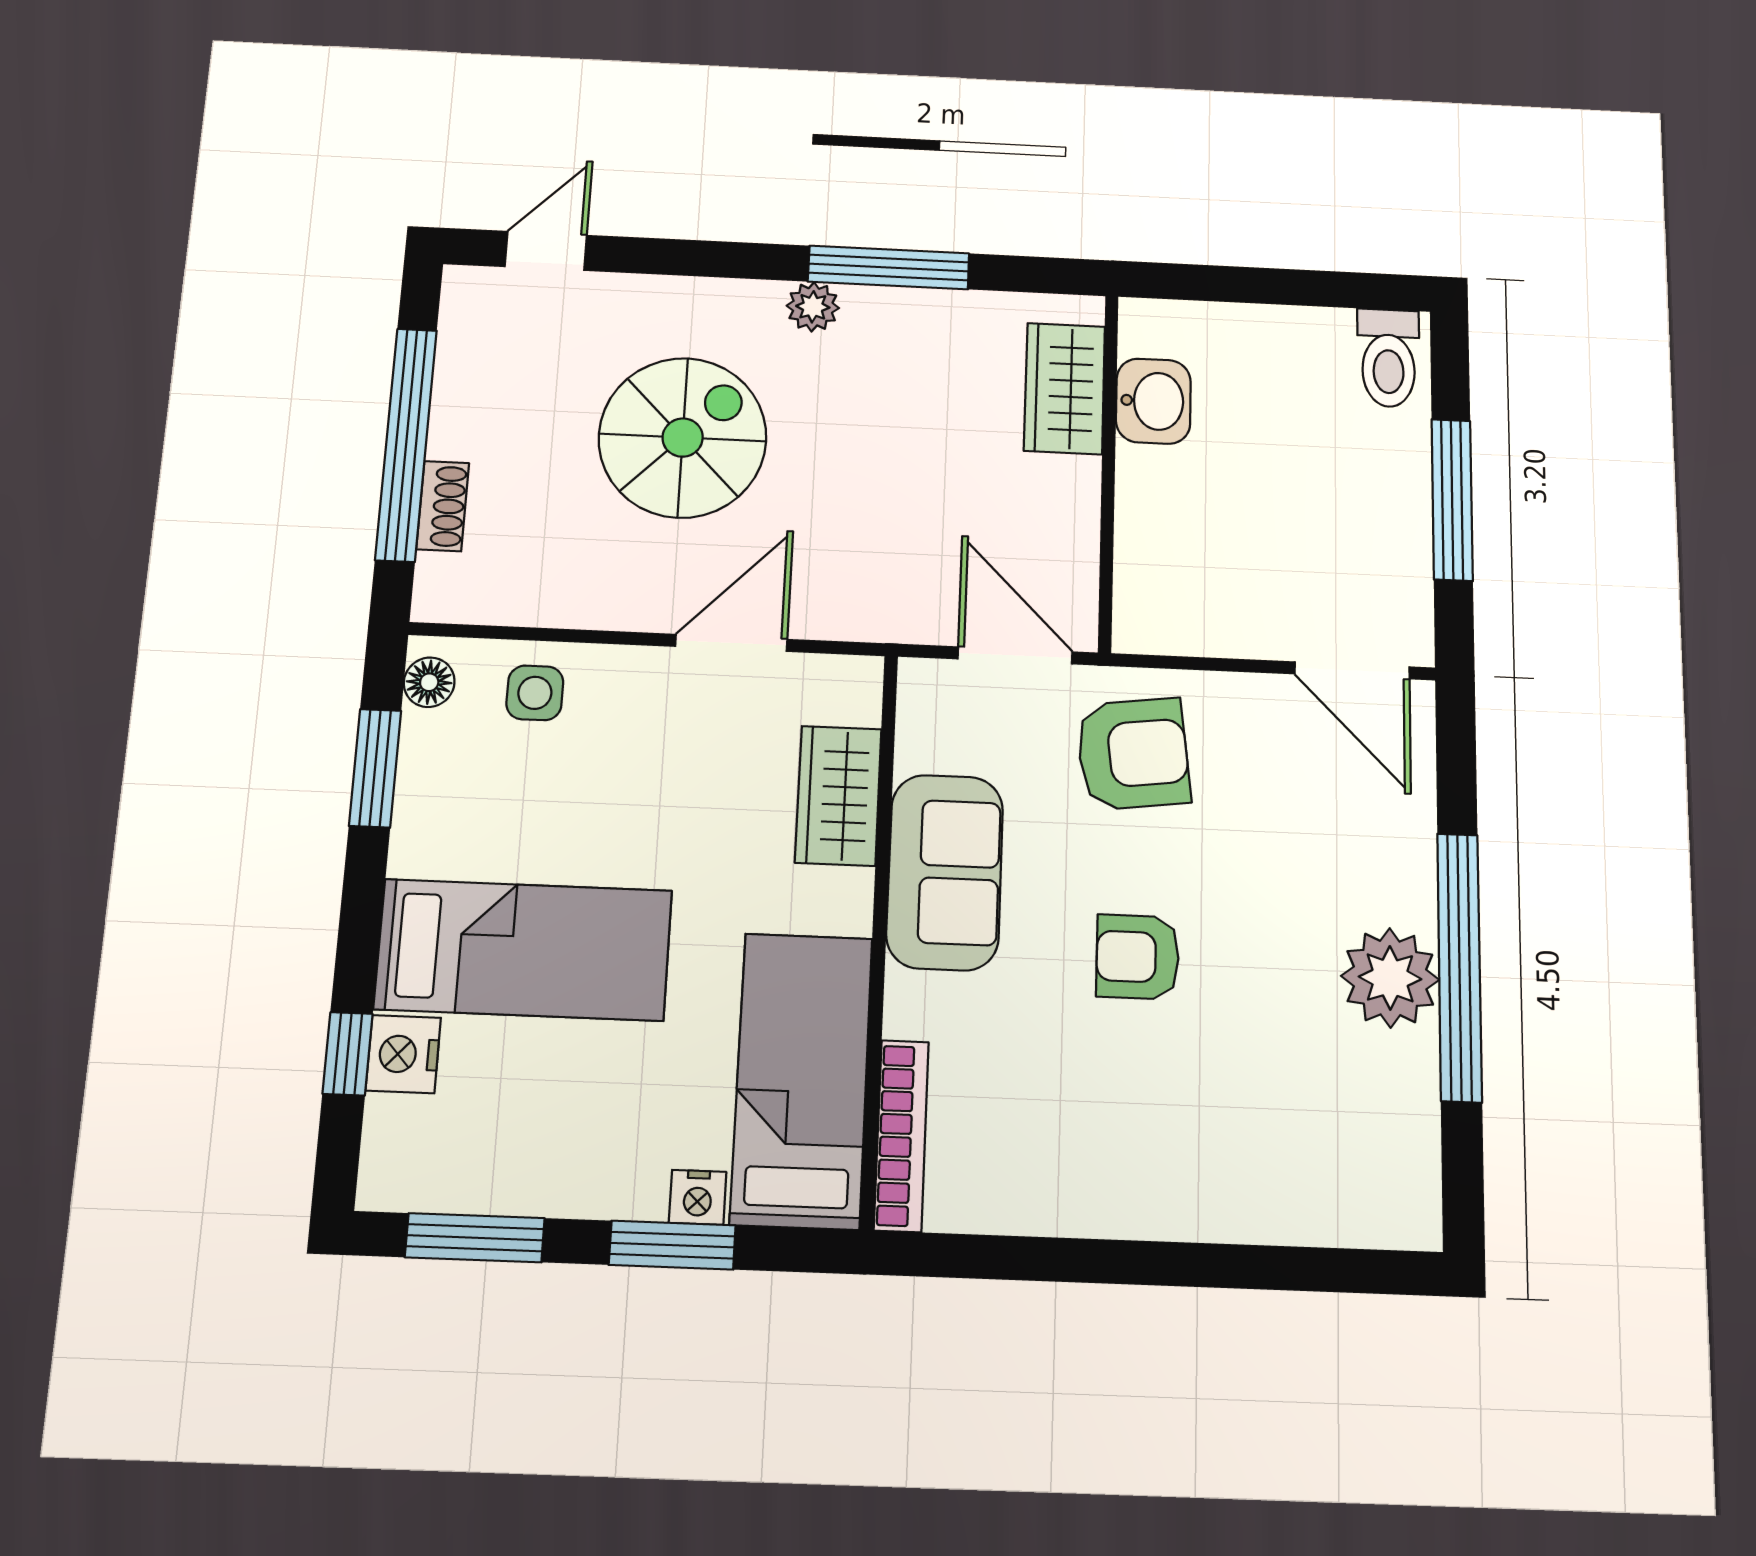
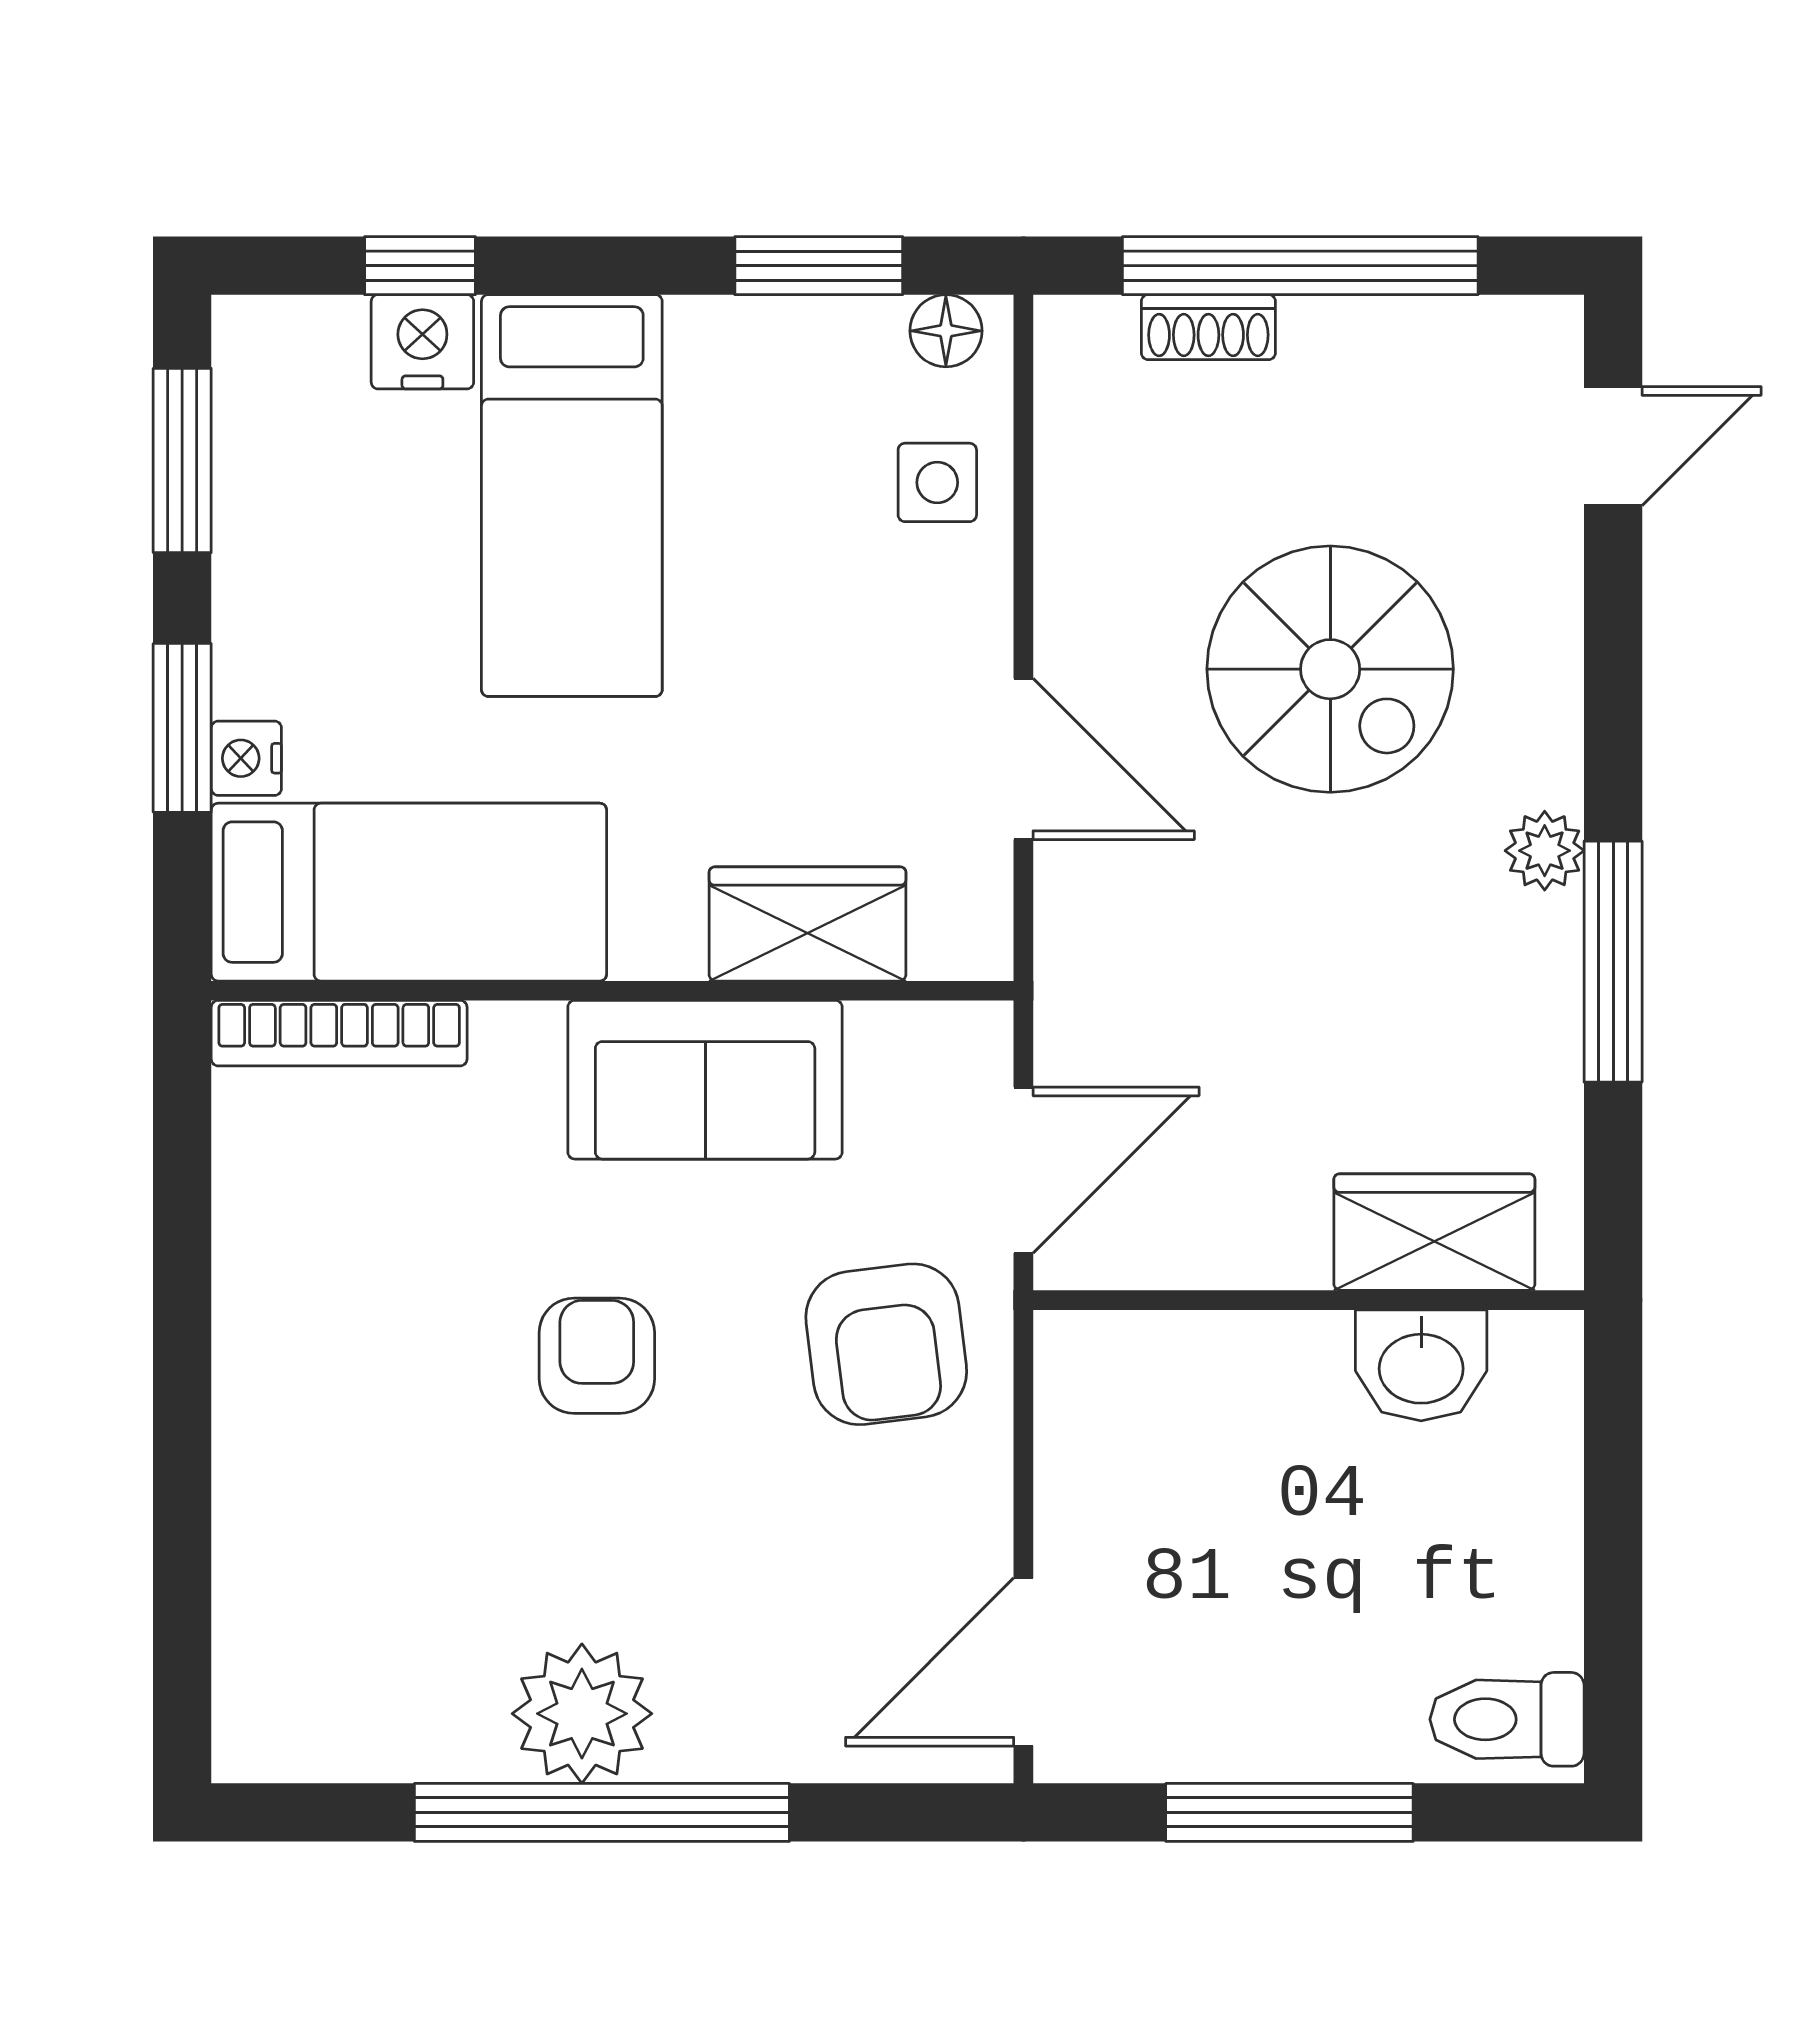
door: (546, 251) -> (1613, 446), hinge flipped

